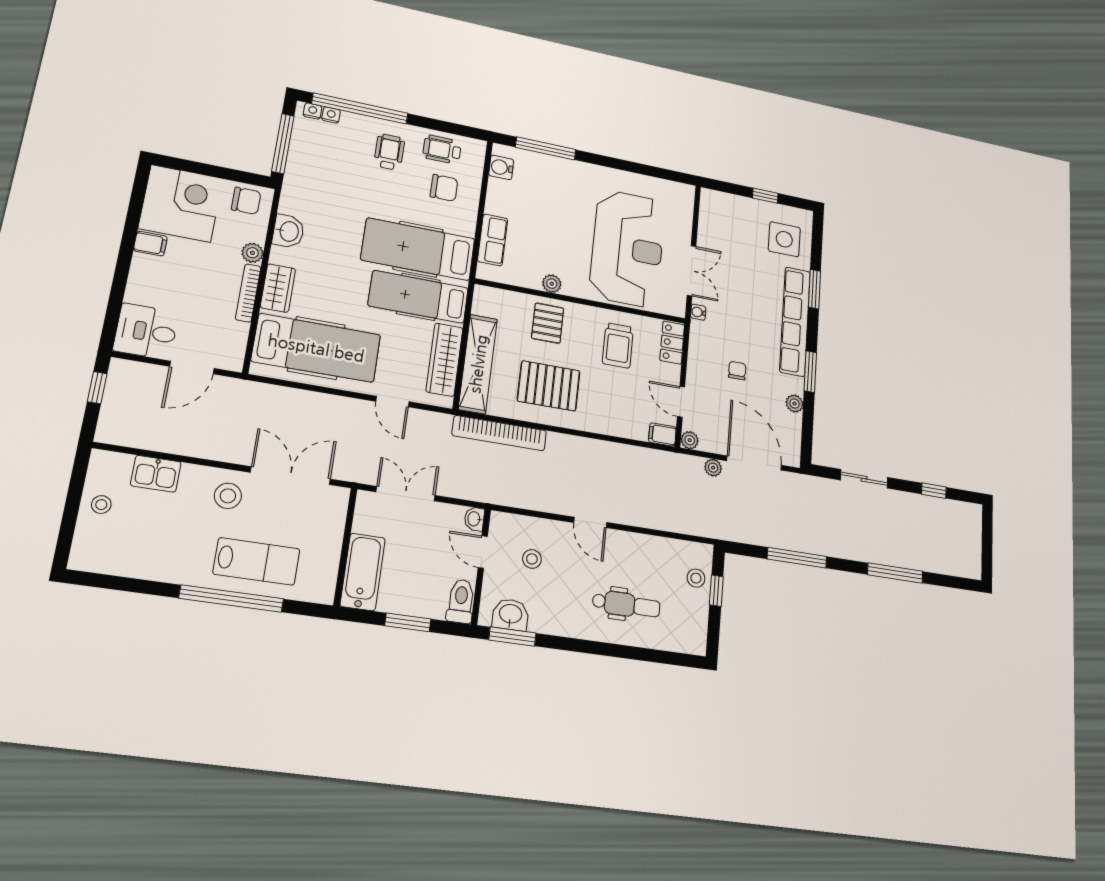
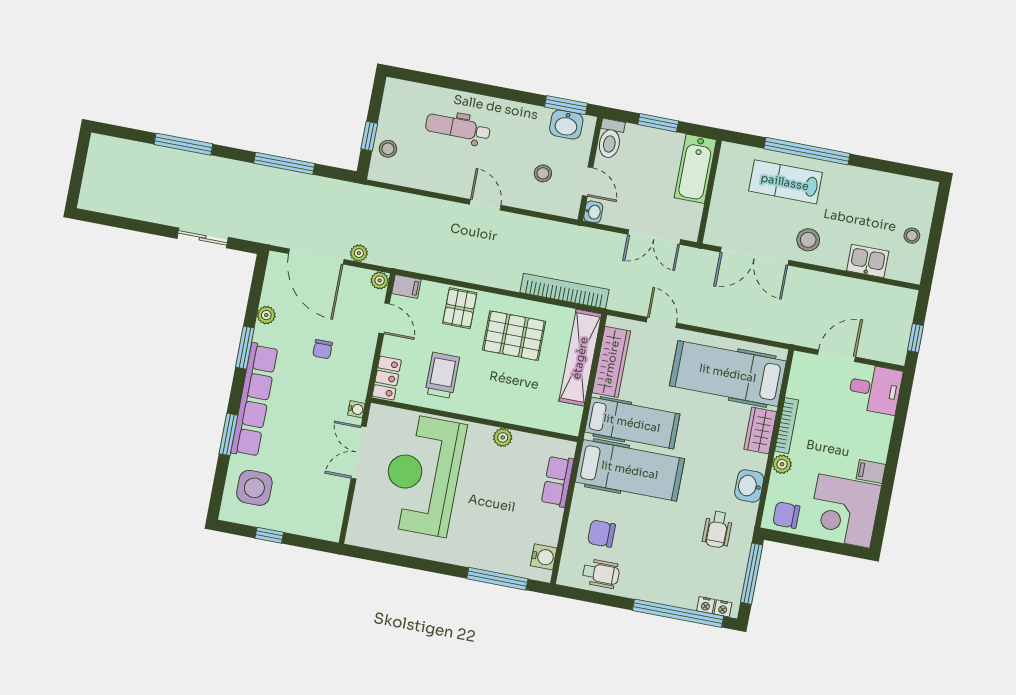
wheelchair: (389, 152) -> (717, 529), moved
pallet: (548, 323) -> (460, 308), moved
window: (934, 491) -> (128, 224), removed

